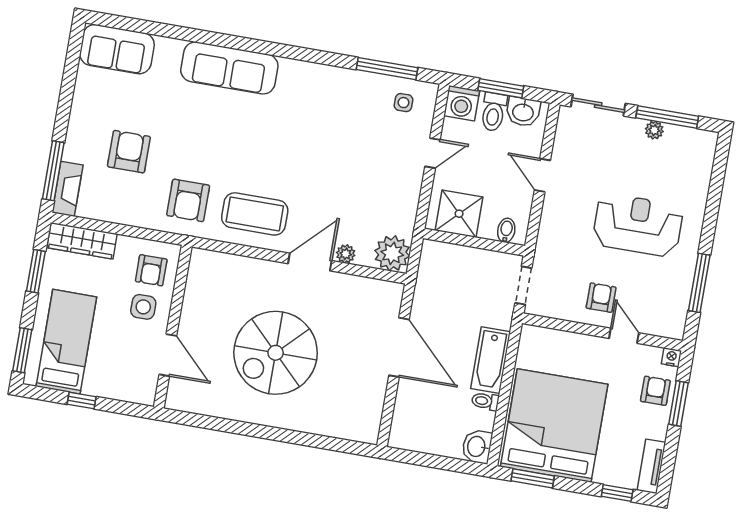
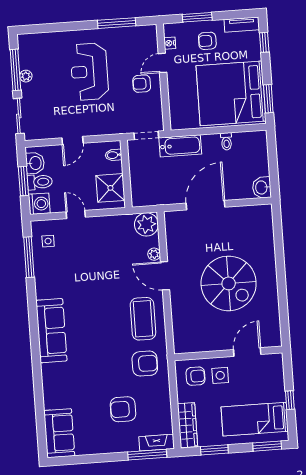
sofa: (229, 68) -> (51, 331), moved
nightstand: (671, 357) -> (170, 43), moved
bathtub: (491, 360) -> (180, 146), moved
armchair: (655, 391) -> (207, 41), moved
washbasin: (477, 447) -> (262, 187), moved, turned 90

